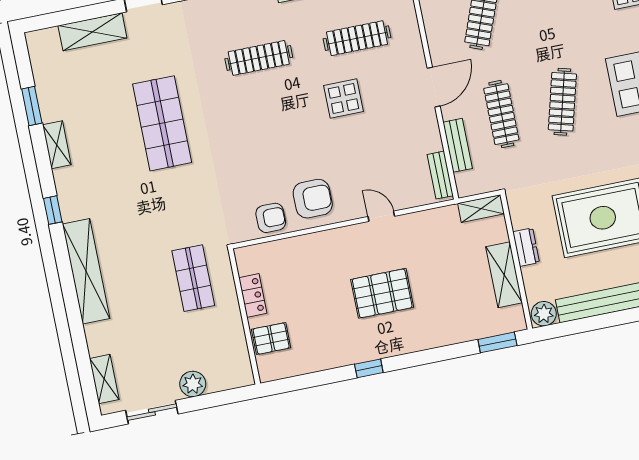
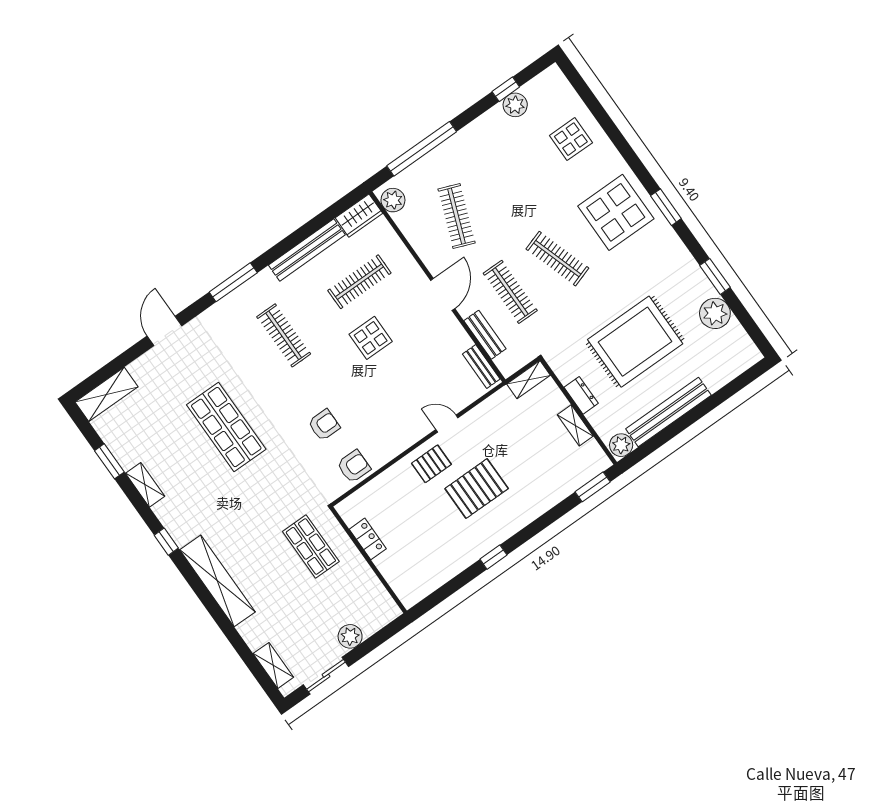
shelving: (92, 32) -> (107, 394), moved
clothes rail: (259, 58) -> (284, 335), turned 90
clothes rail: (562, 102) -> (557, 259), turned -33
armchair: (313, 199) -> (324, 425), moved, width x0.72, depth x0.72
shelving: (504, 275) -> (575, 425), width x0.67, depth x0.75
pallet: (271, 339) -> (431, 464), moved

